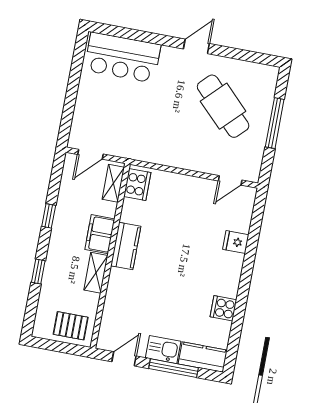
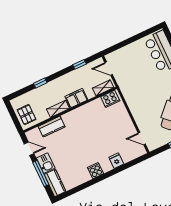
window: (49, 216) -> (79, 64), moved
kitchen counter: (126, 246) -> (52, 127), moved
cooker: (223, 308) -> (96, 171), moved

